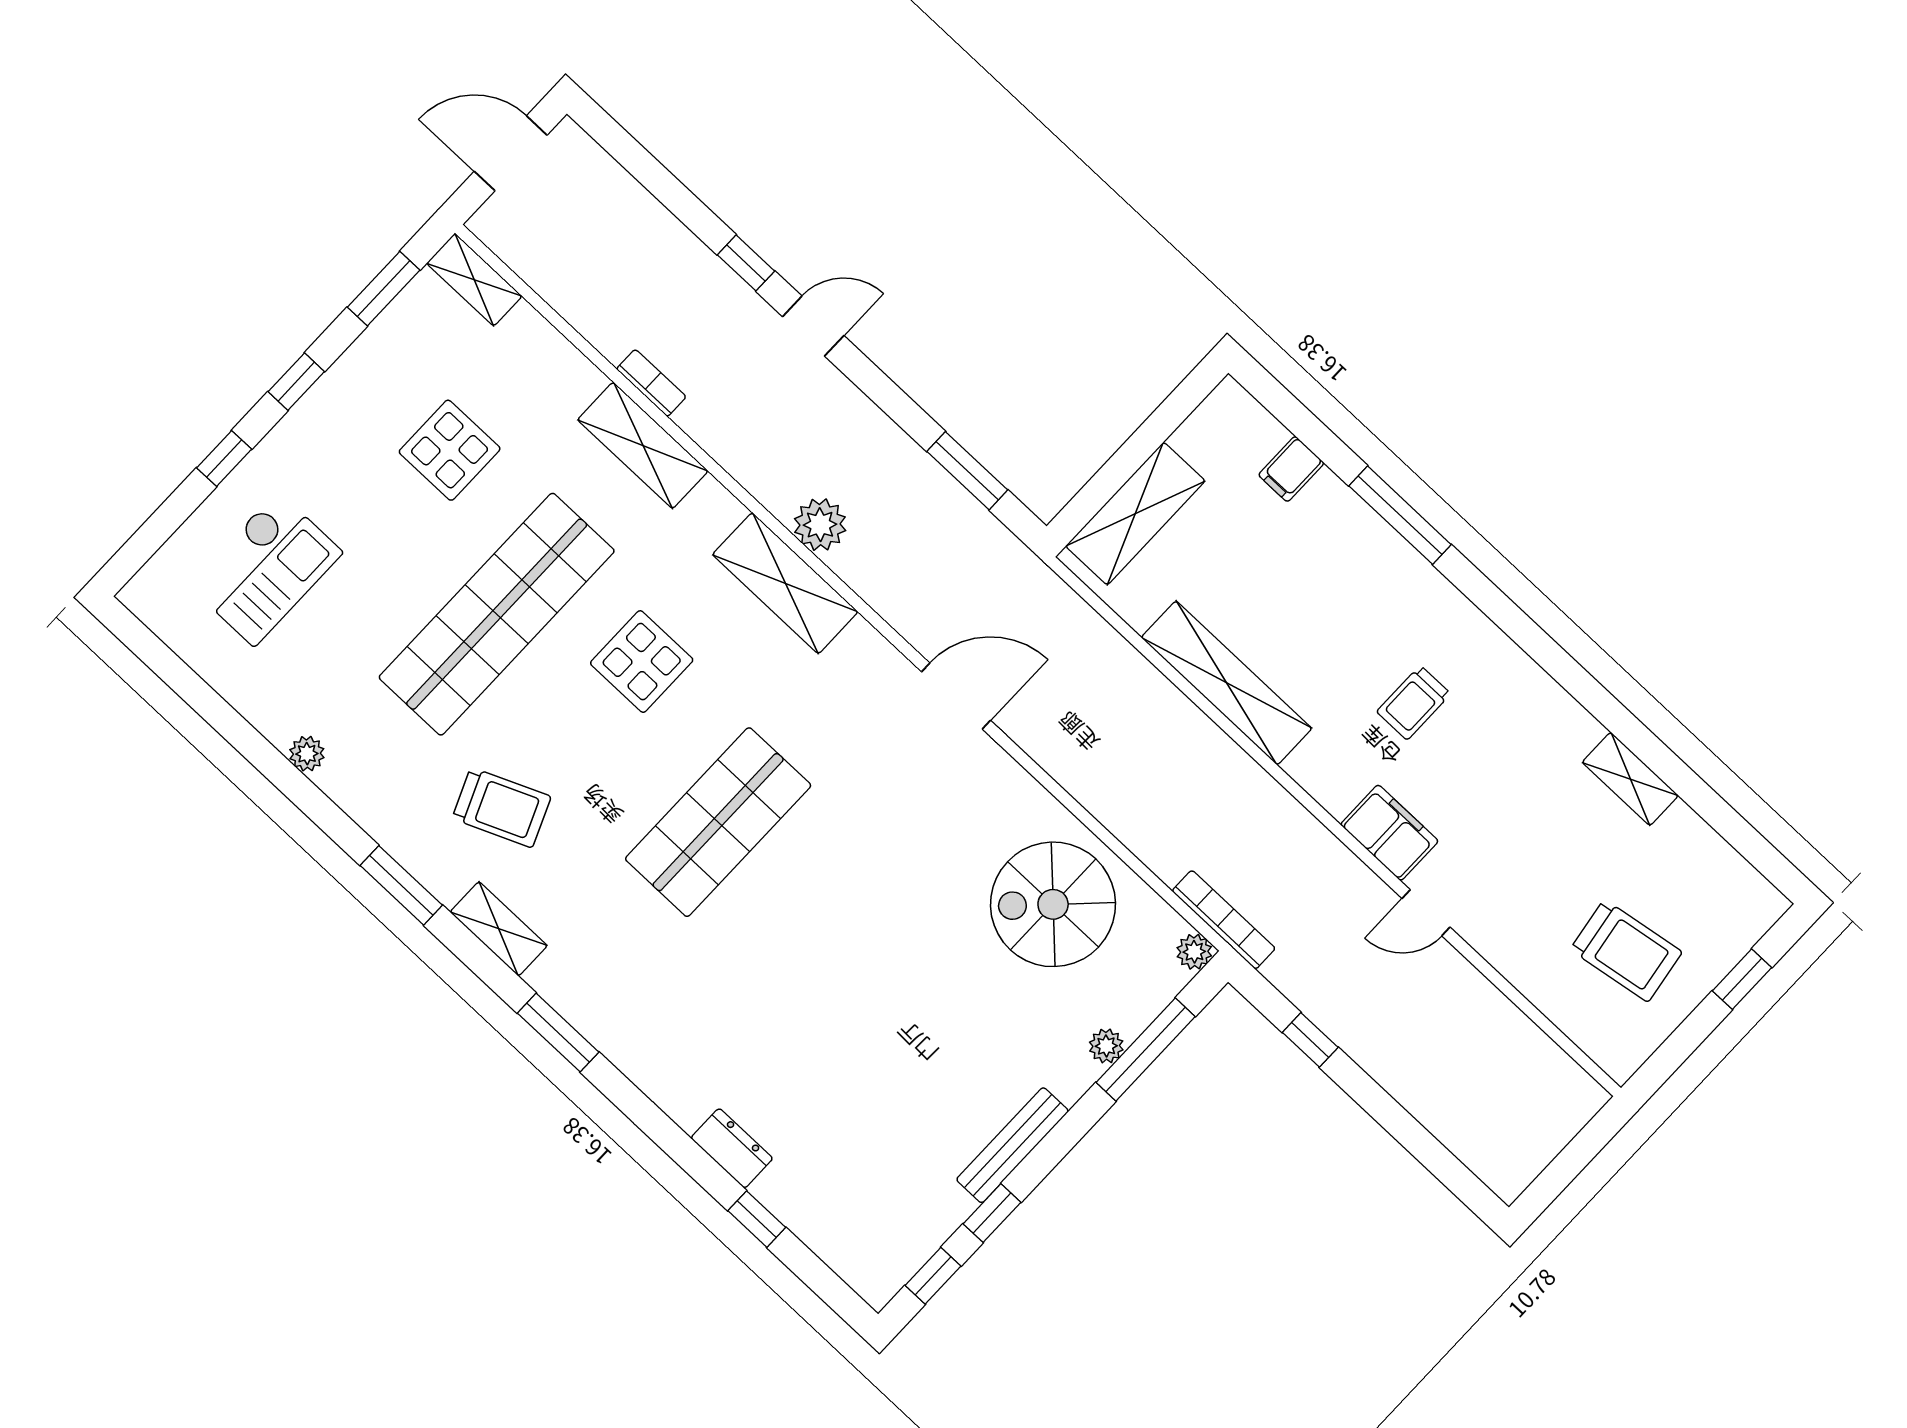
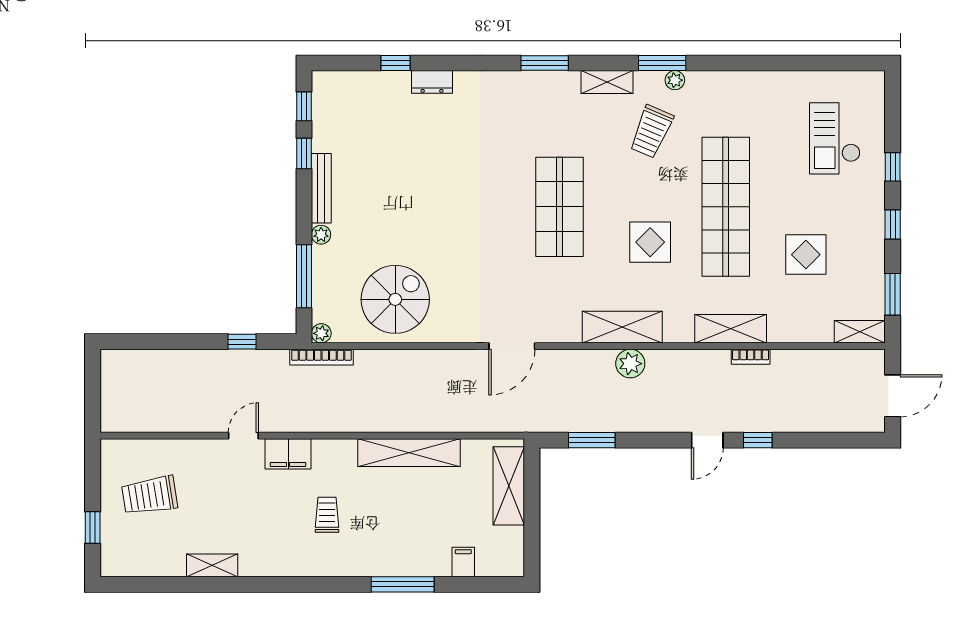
plant: (307, 754) -> (675, 80), moved
trolley: (501, 808) -> (651, 132), turned -44
plant: (1106, 1046) -> (321, 235), moved

